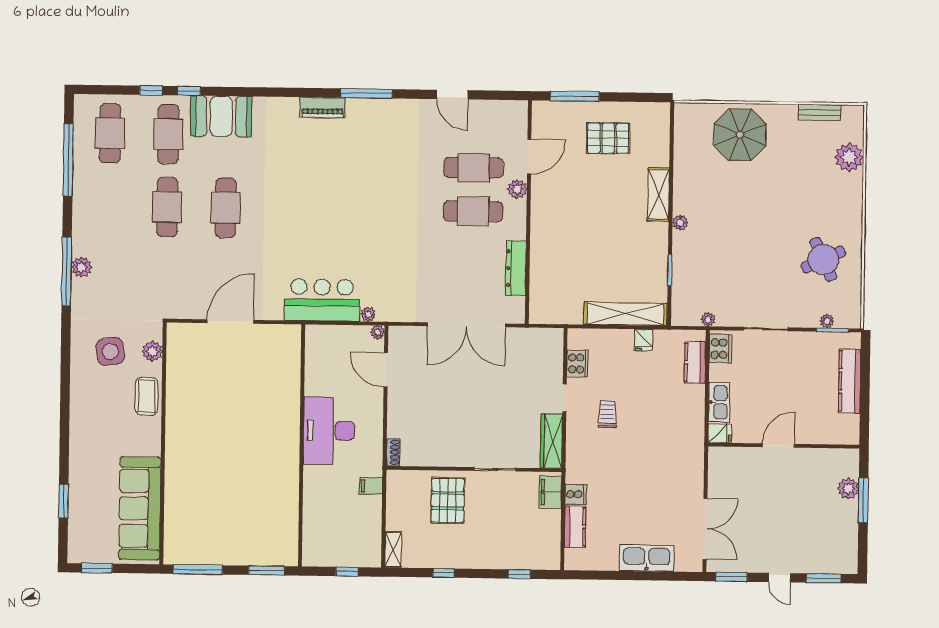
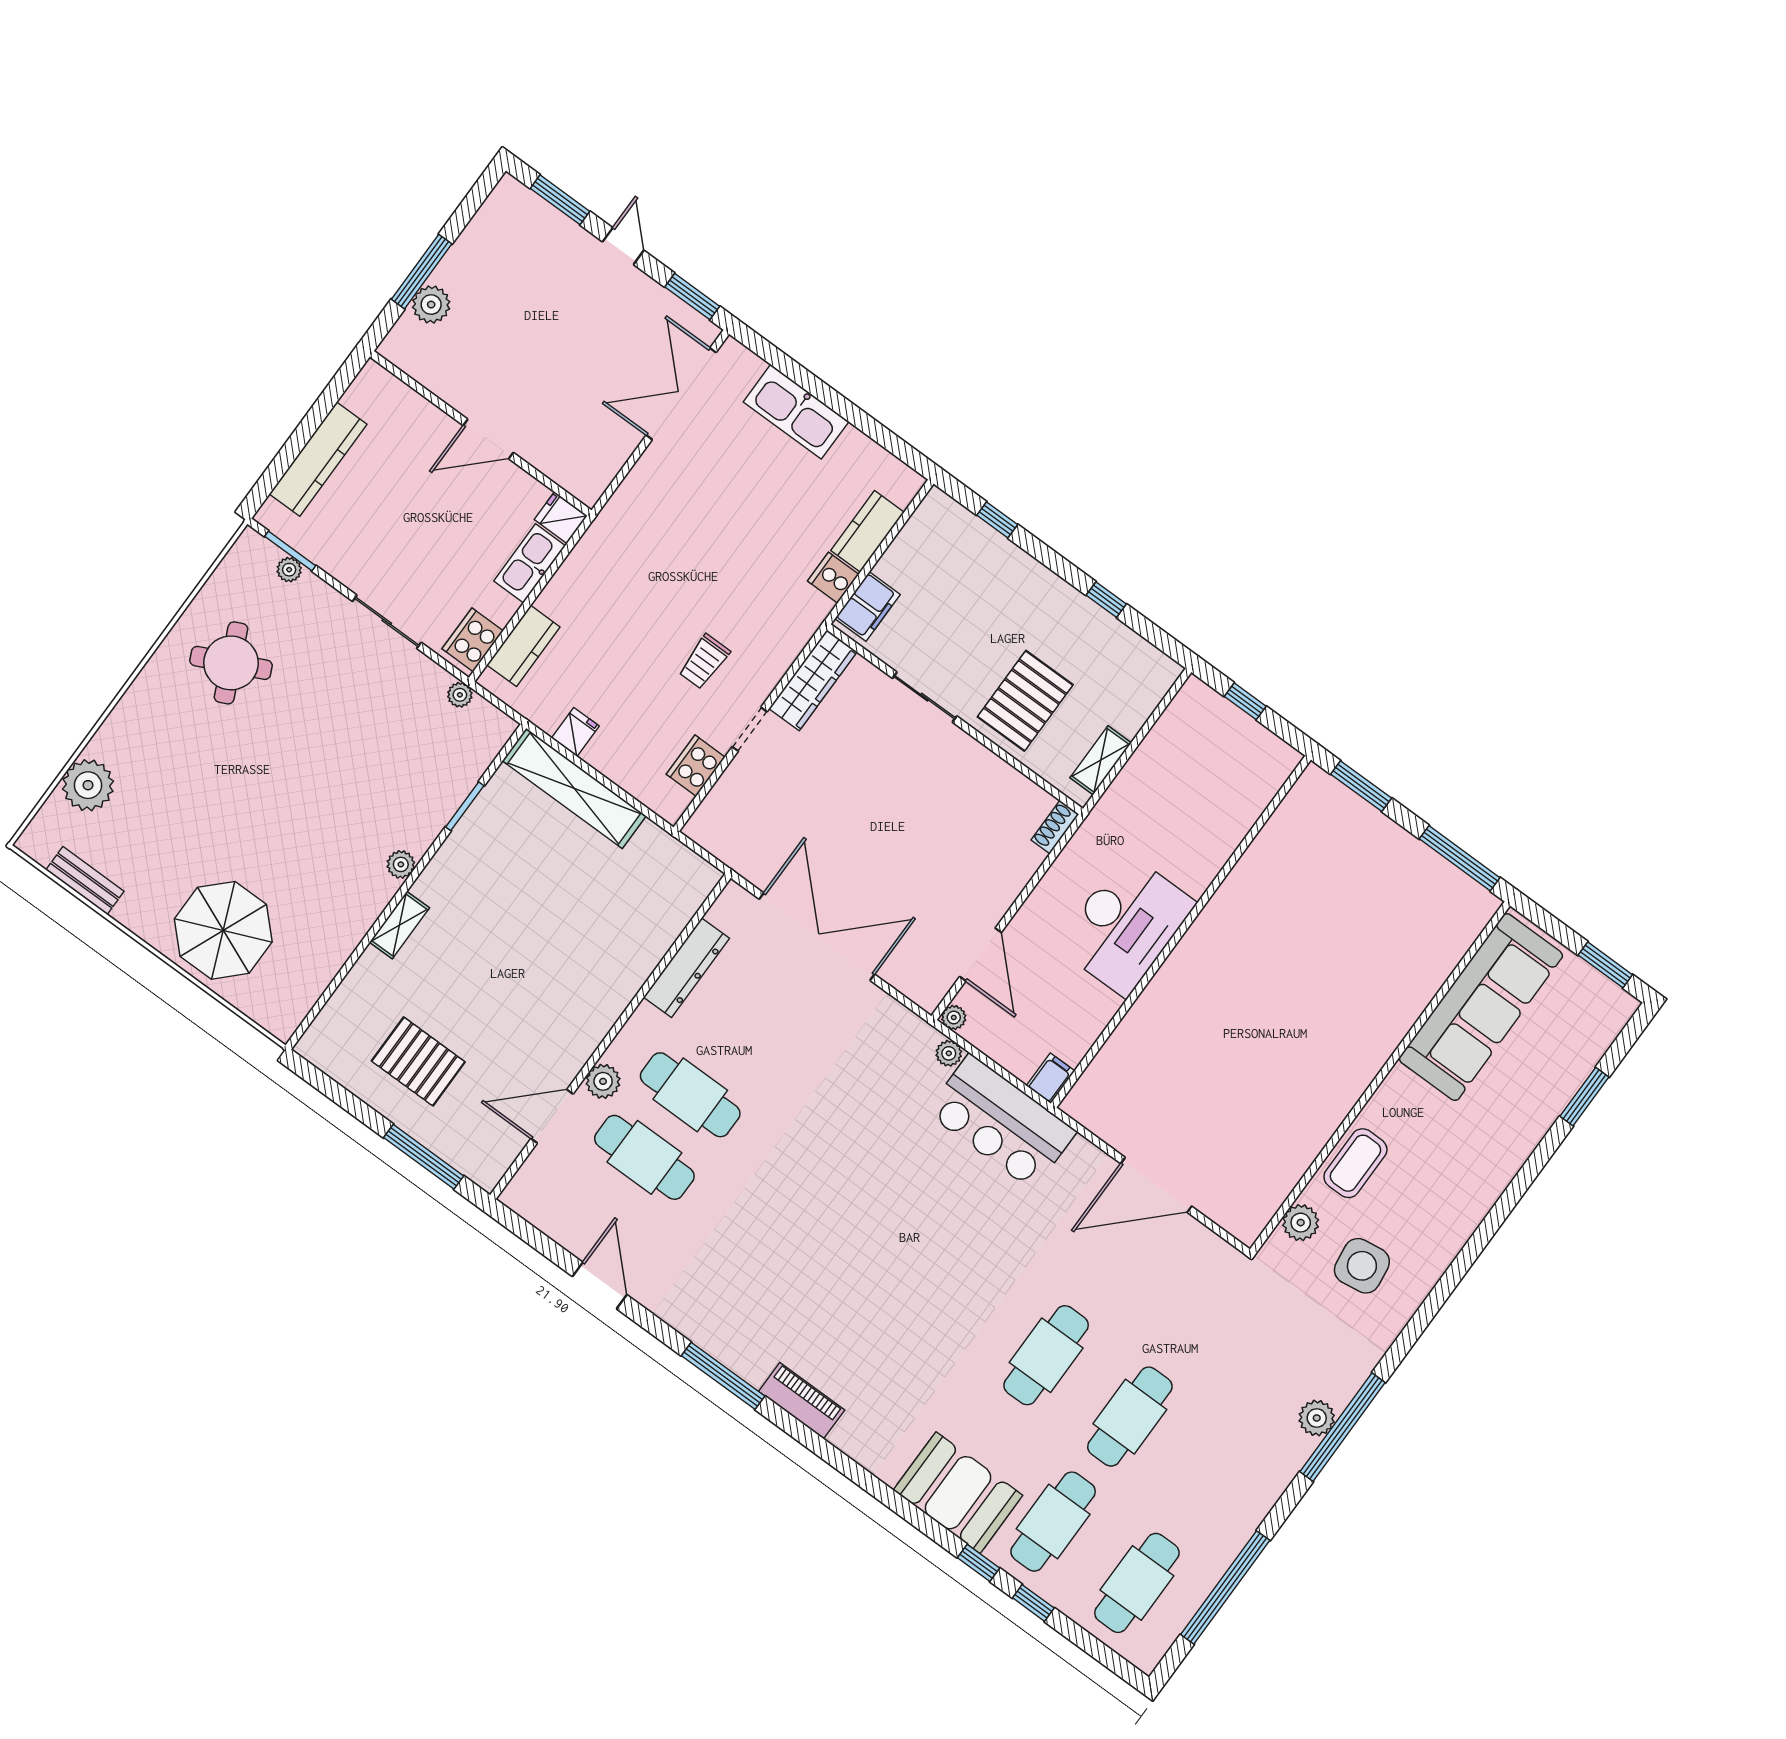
shelving: (658, 194) -> (399, 925), width x0.67, depth x0.75
filing cabinet: (371, 486) -> (1051, 1078), moved, turned -90
shelving: (393, 550) -> (1101, 760), moved

